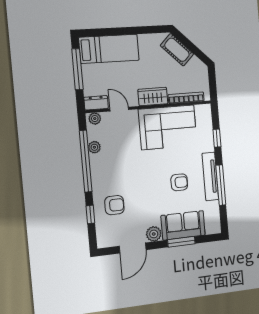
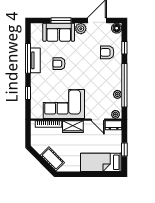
window: (77, 69) -> (124, 149), width x0.46
tv unit: (210, 176) -> (35, 60), width x0.71
floor lamp: (104, 241) -> (117, 28), added

